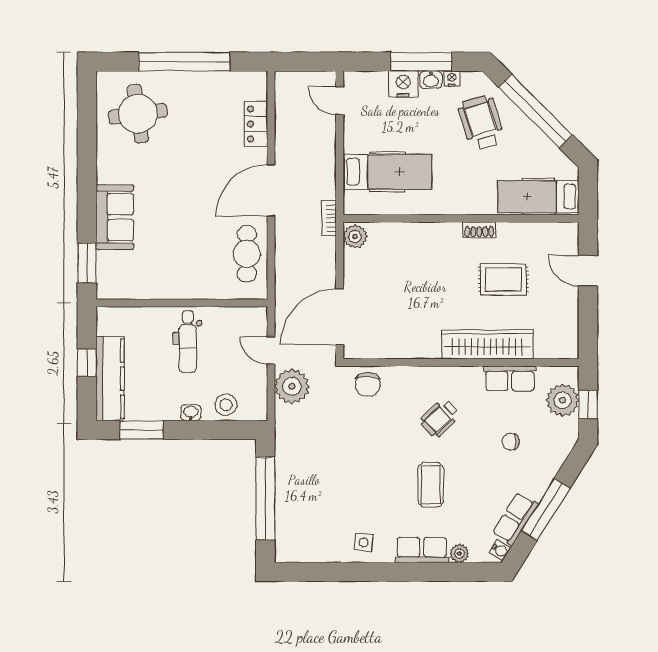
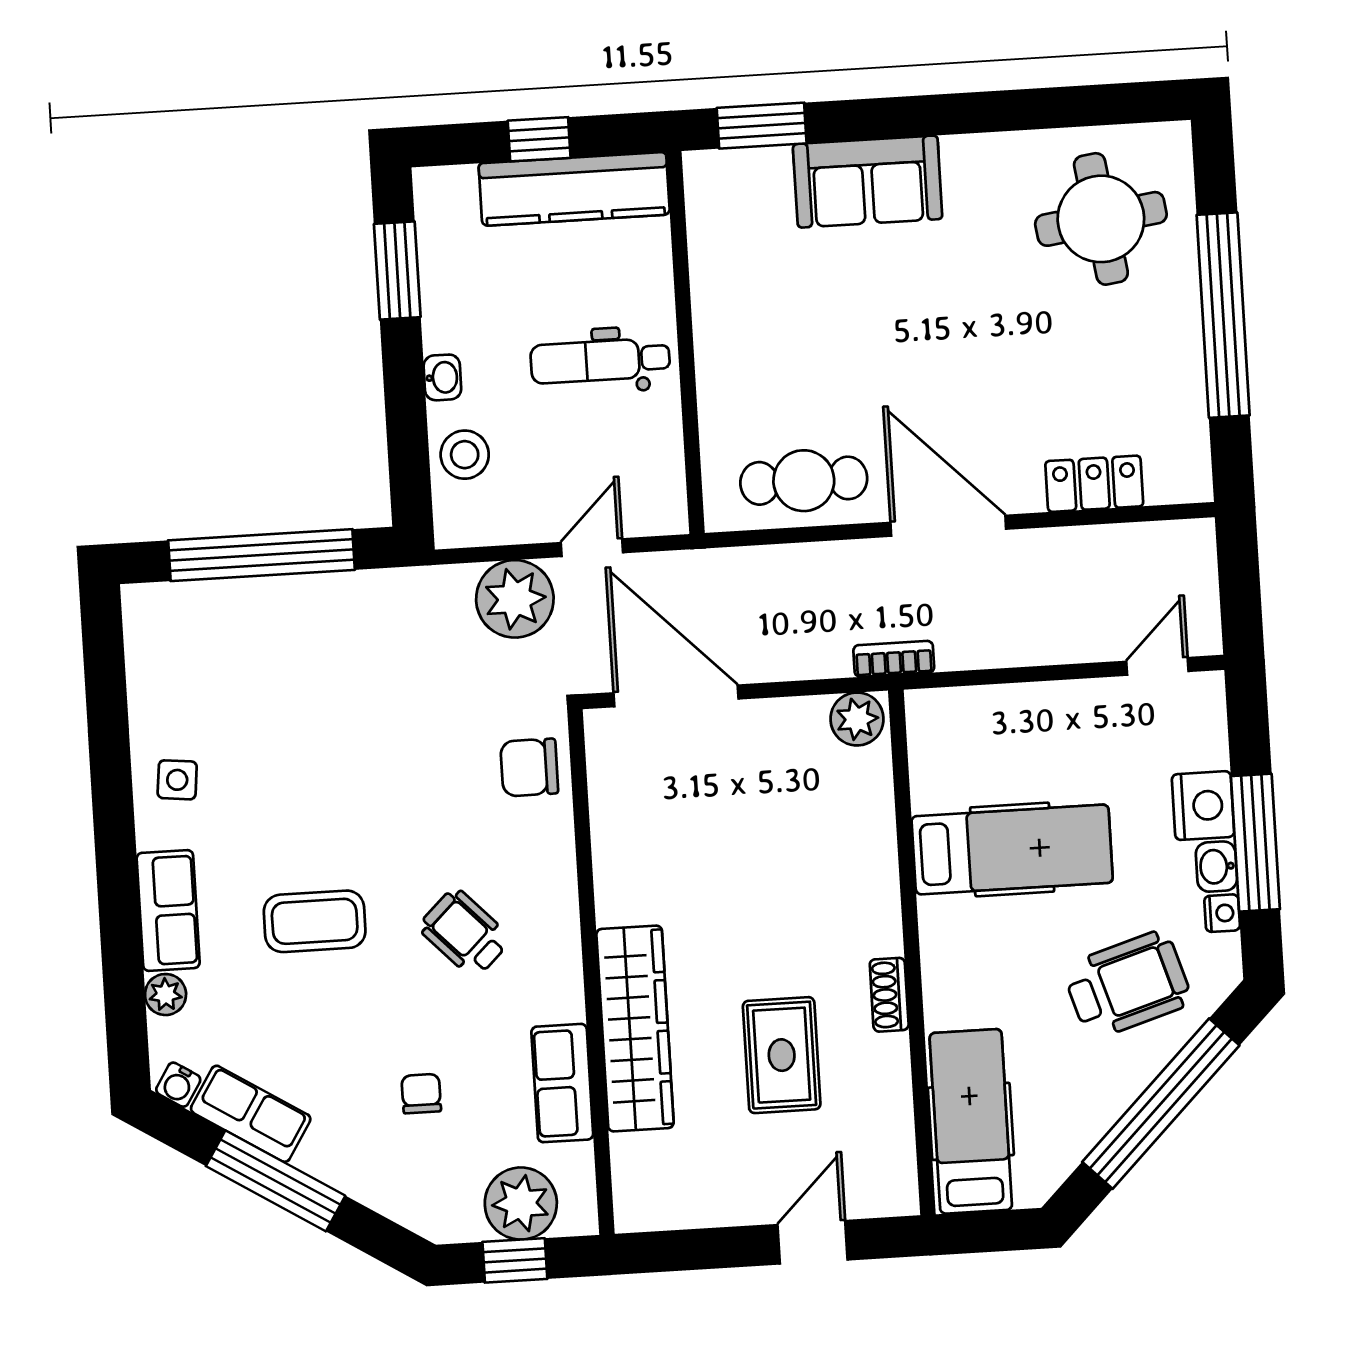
hospital bed: (387, 172) -> (1012, 849), moved, turned -90
kitchen counter: (110, 379) -> (574, 189), moved

